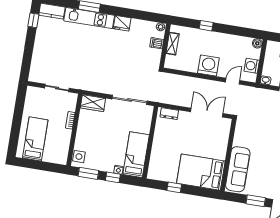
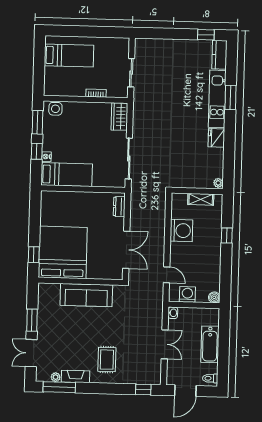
dishwasher: (157, 43) -> (199, 181), removed
washing machine: (208, 65) -> (181, 231), moved
sofa: (238, 169) -> (86, 295), moved
bed: (201, 172) -> (63, 252), width x1.36
window: (174, 187) -> (34, 255), moved

